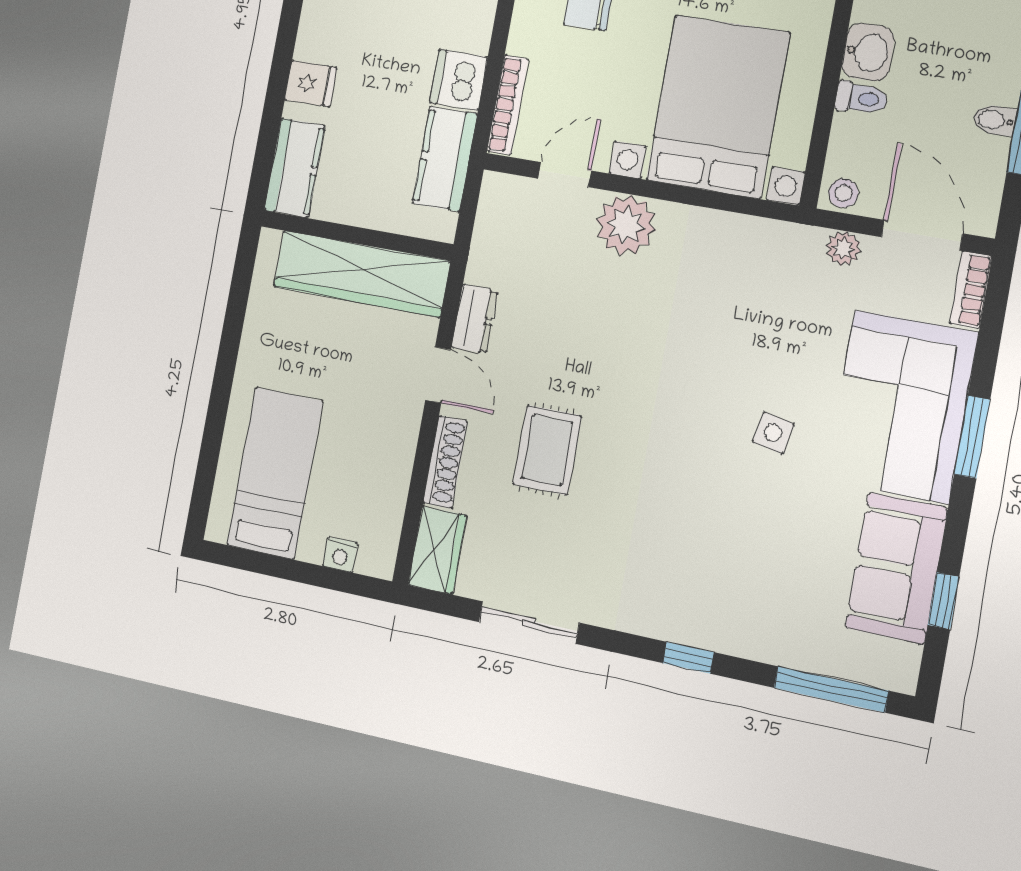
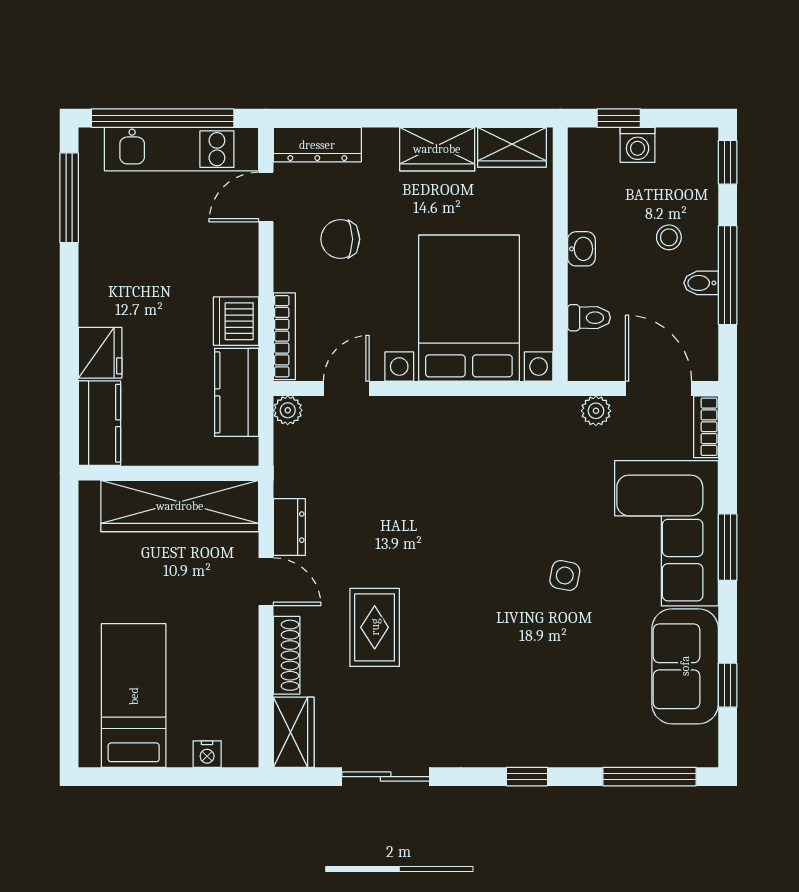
washbasin: (868, 52) -> (581, 249), width x0.72, depth x0.69
fridge: (311, 84) -> (100, 353), width x1.38
toilet: (861, 98) -> (589, 318), moved
stool: (843, 193) -> (669, 237), moved
plant: (626, 225) -> (288, 410), moved, width x0.53, depth x0.53

